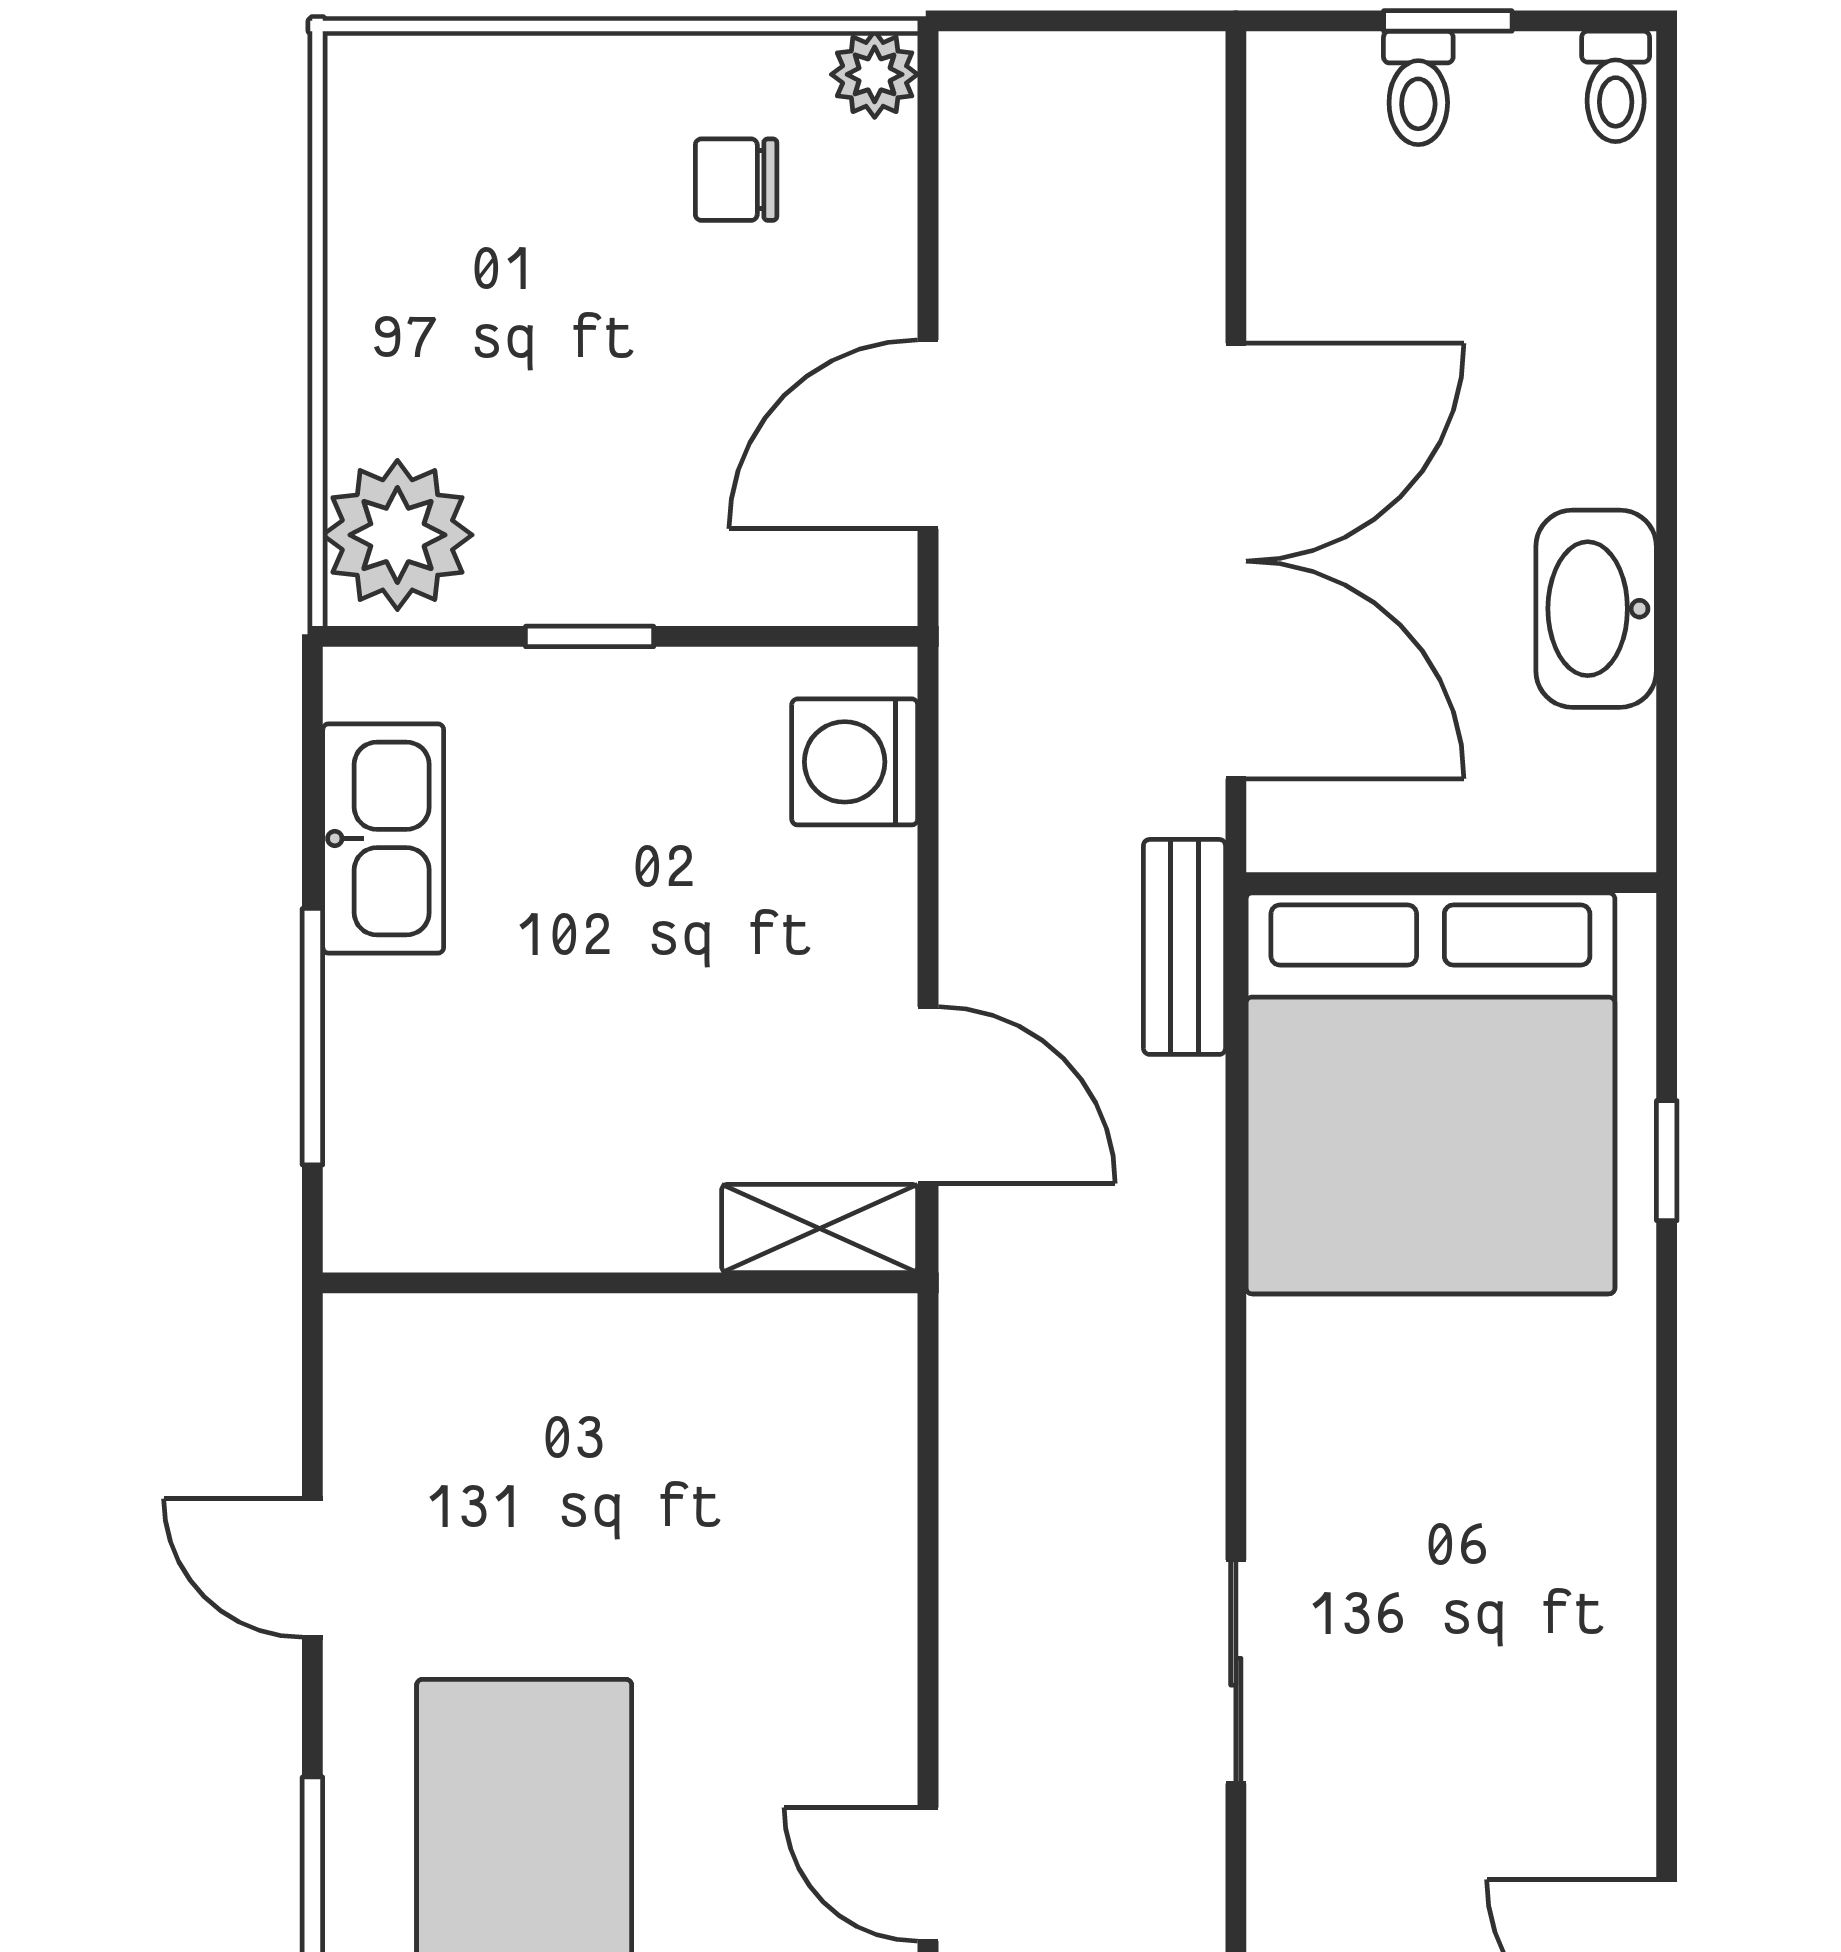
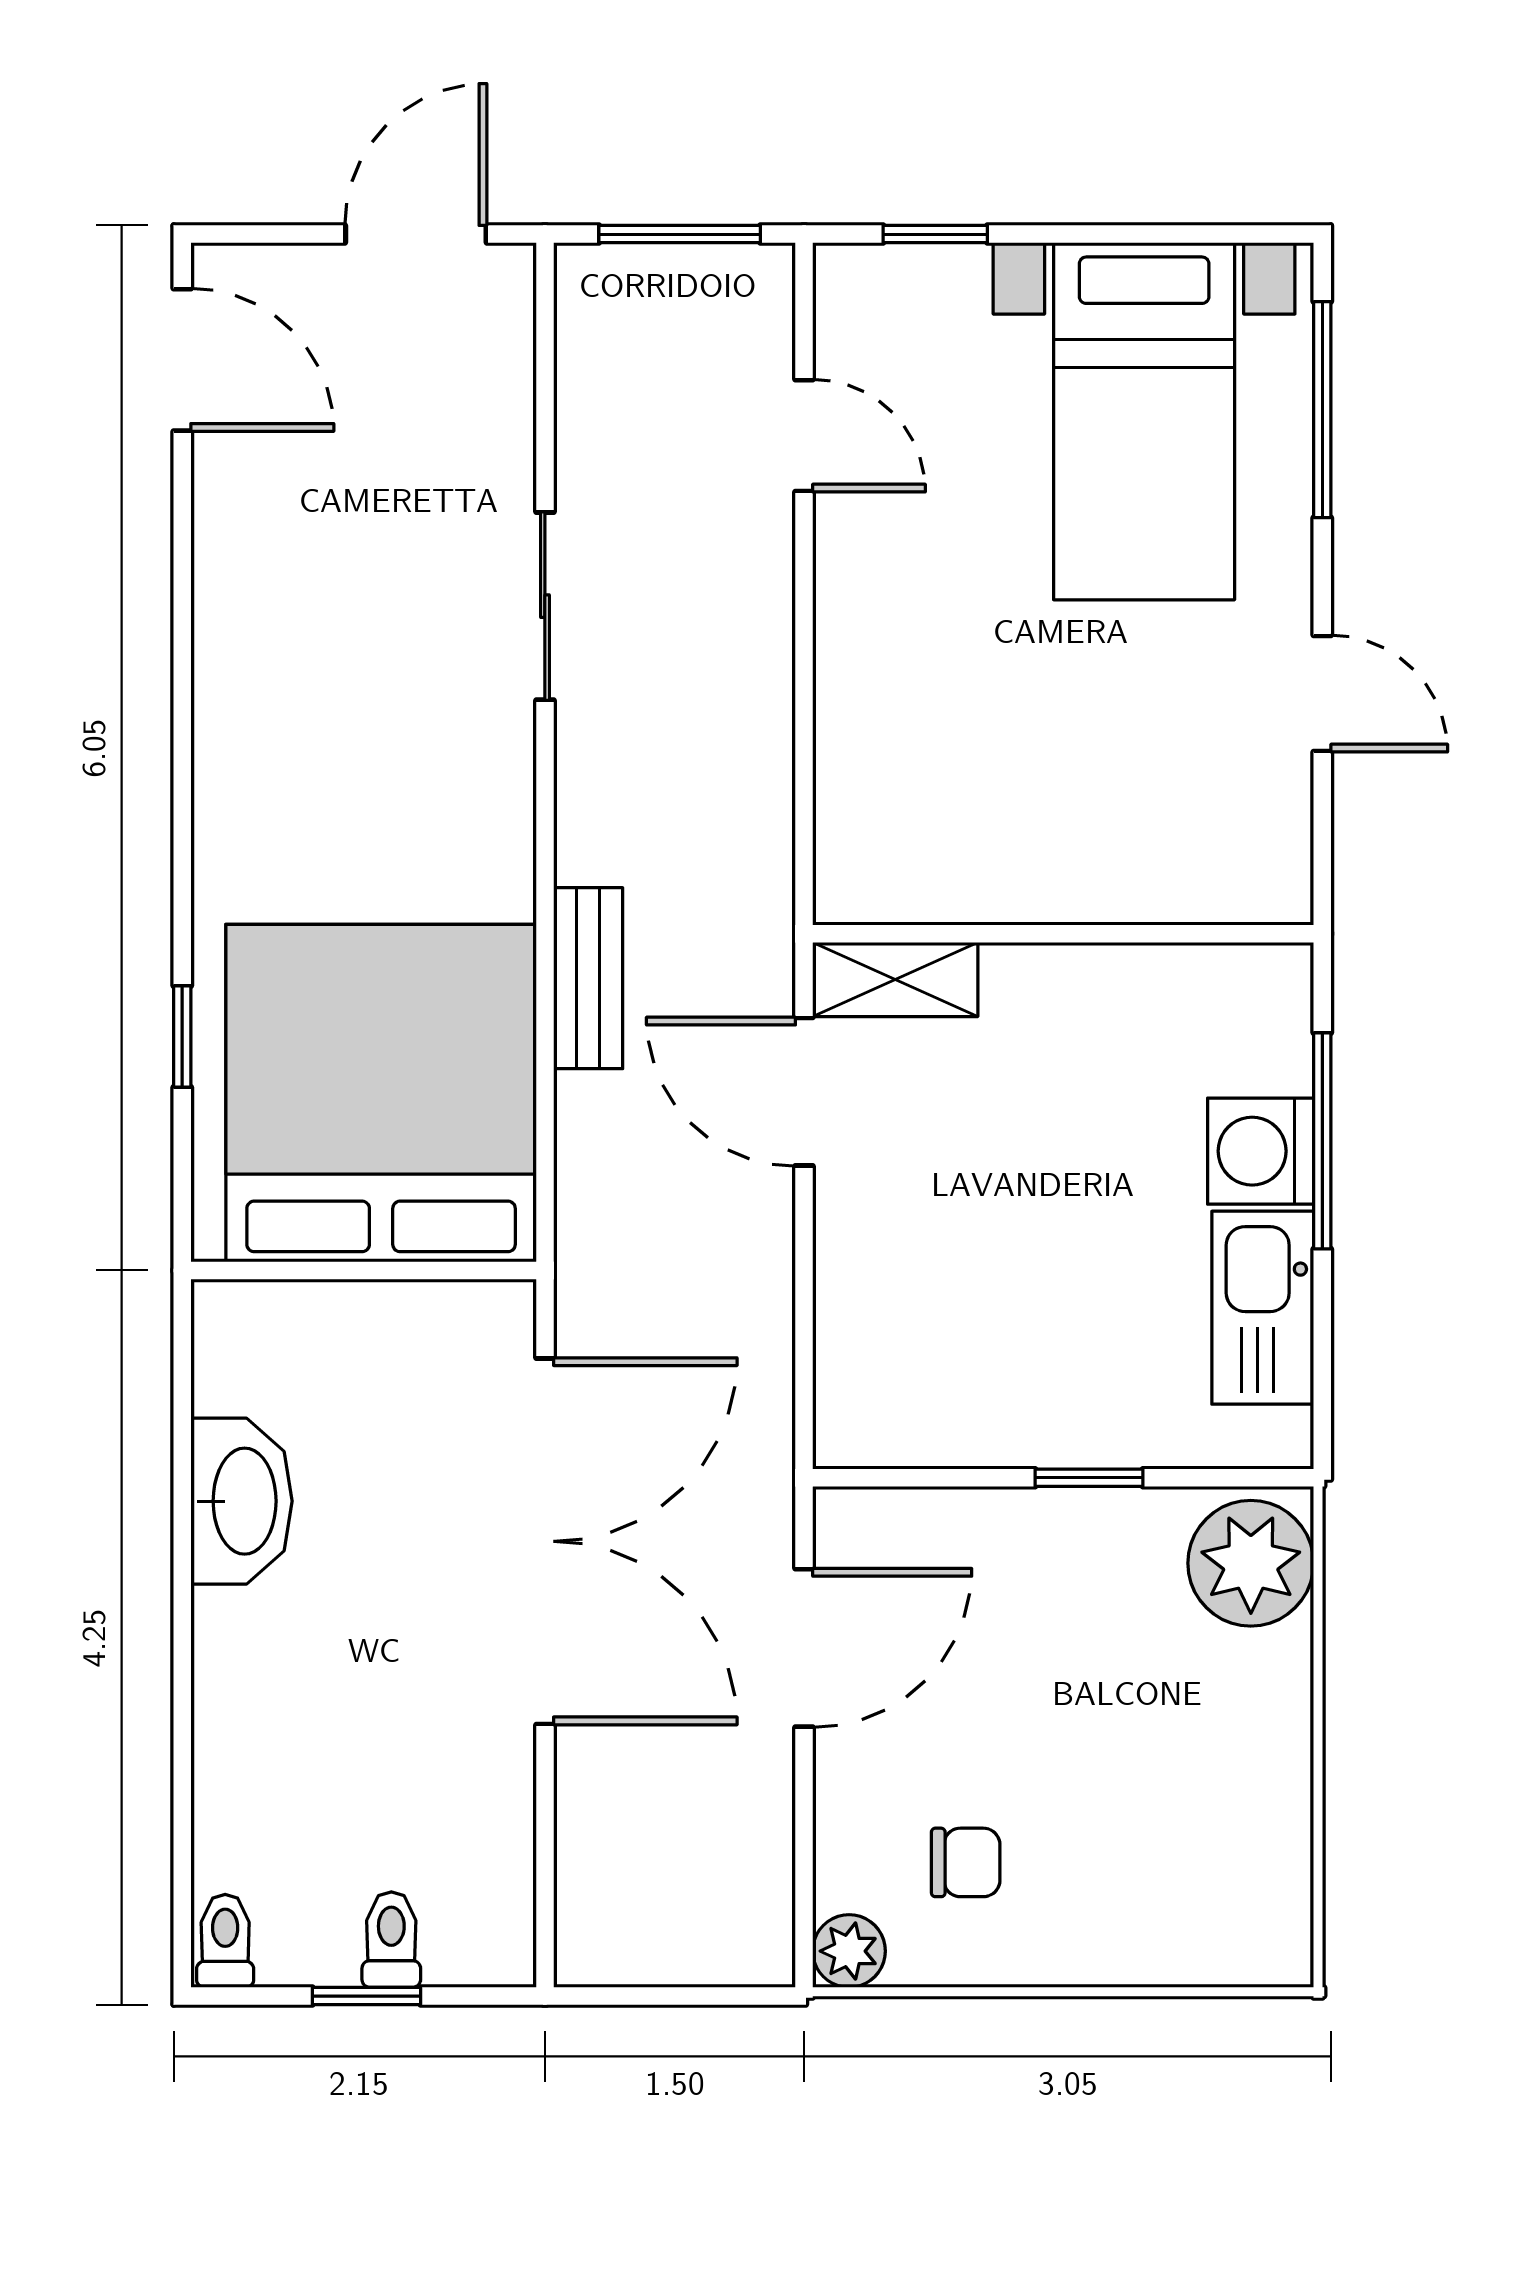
double door: (1236, 561) -> (545, 1541), swing flipped
washing machine: (855, 762) -> (1261, 1151), moved, turned 180
bench: (1184, 947) -> (588, 978), moved

